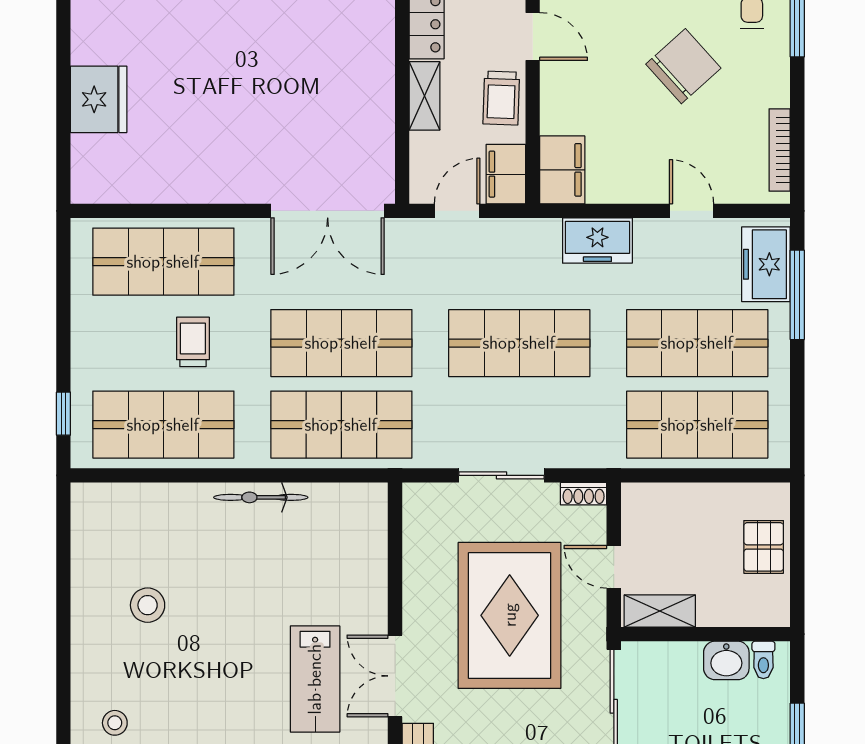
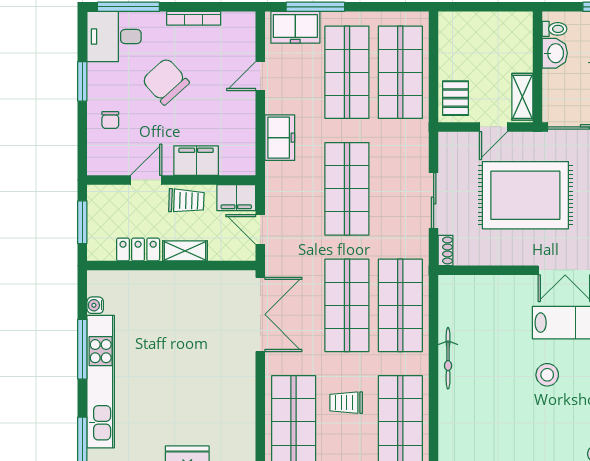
bookcase: (780, 150) -> (194, 18), moved
filing cabinet: (562, 170) -> (196, 161), moved
shoe rack: (584, 494) -> (446, 250), moved
pallet: (764, 547) -> (456, 98), moved, turned 90
stool: (148, 605) -> (547, 375), moved

